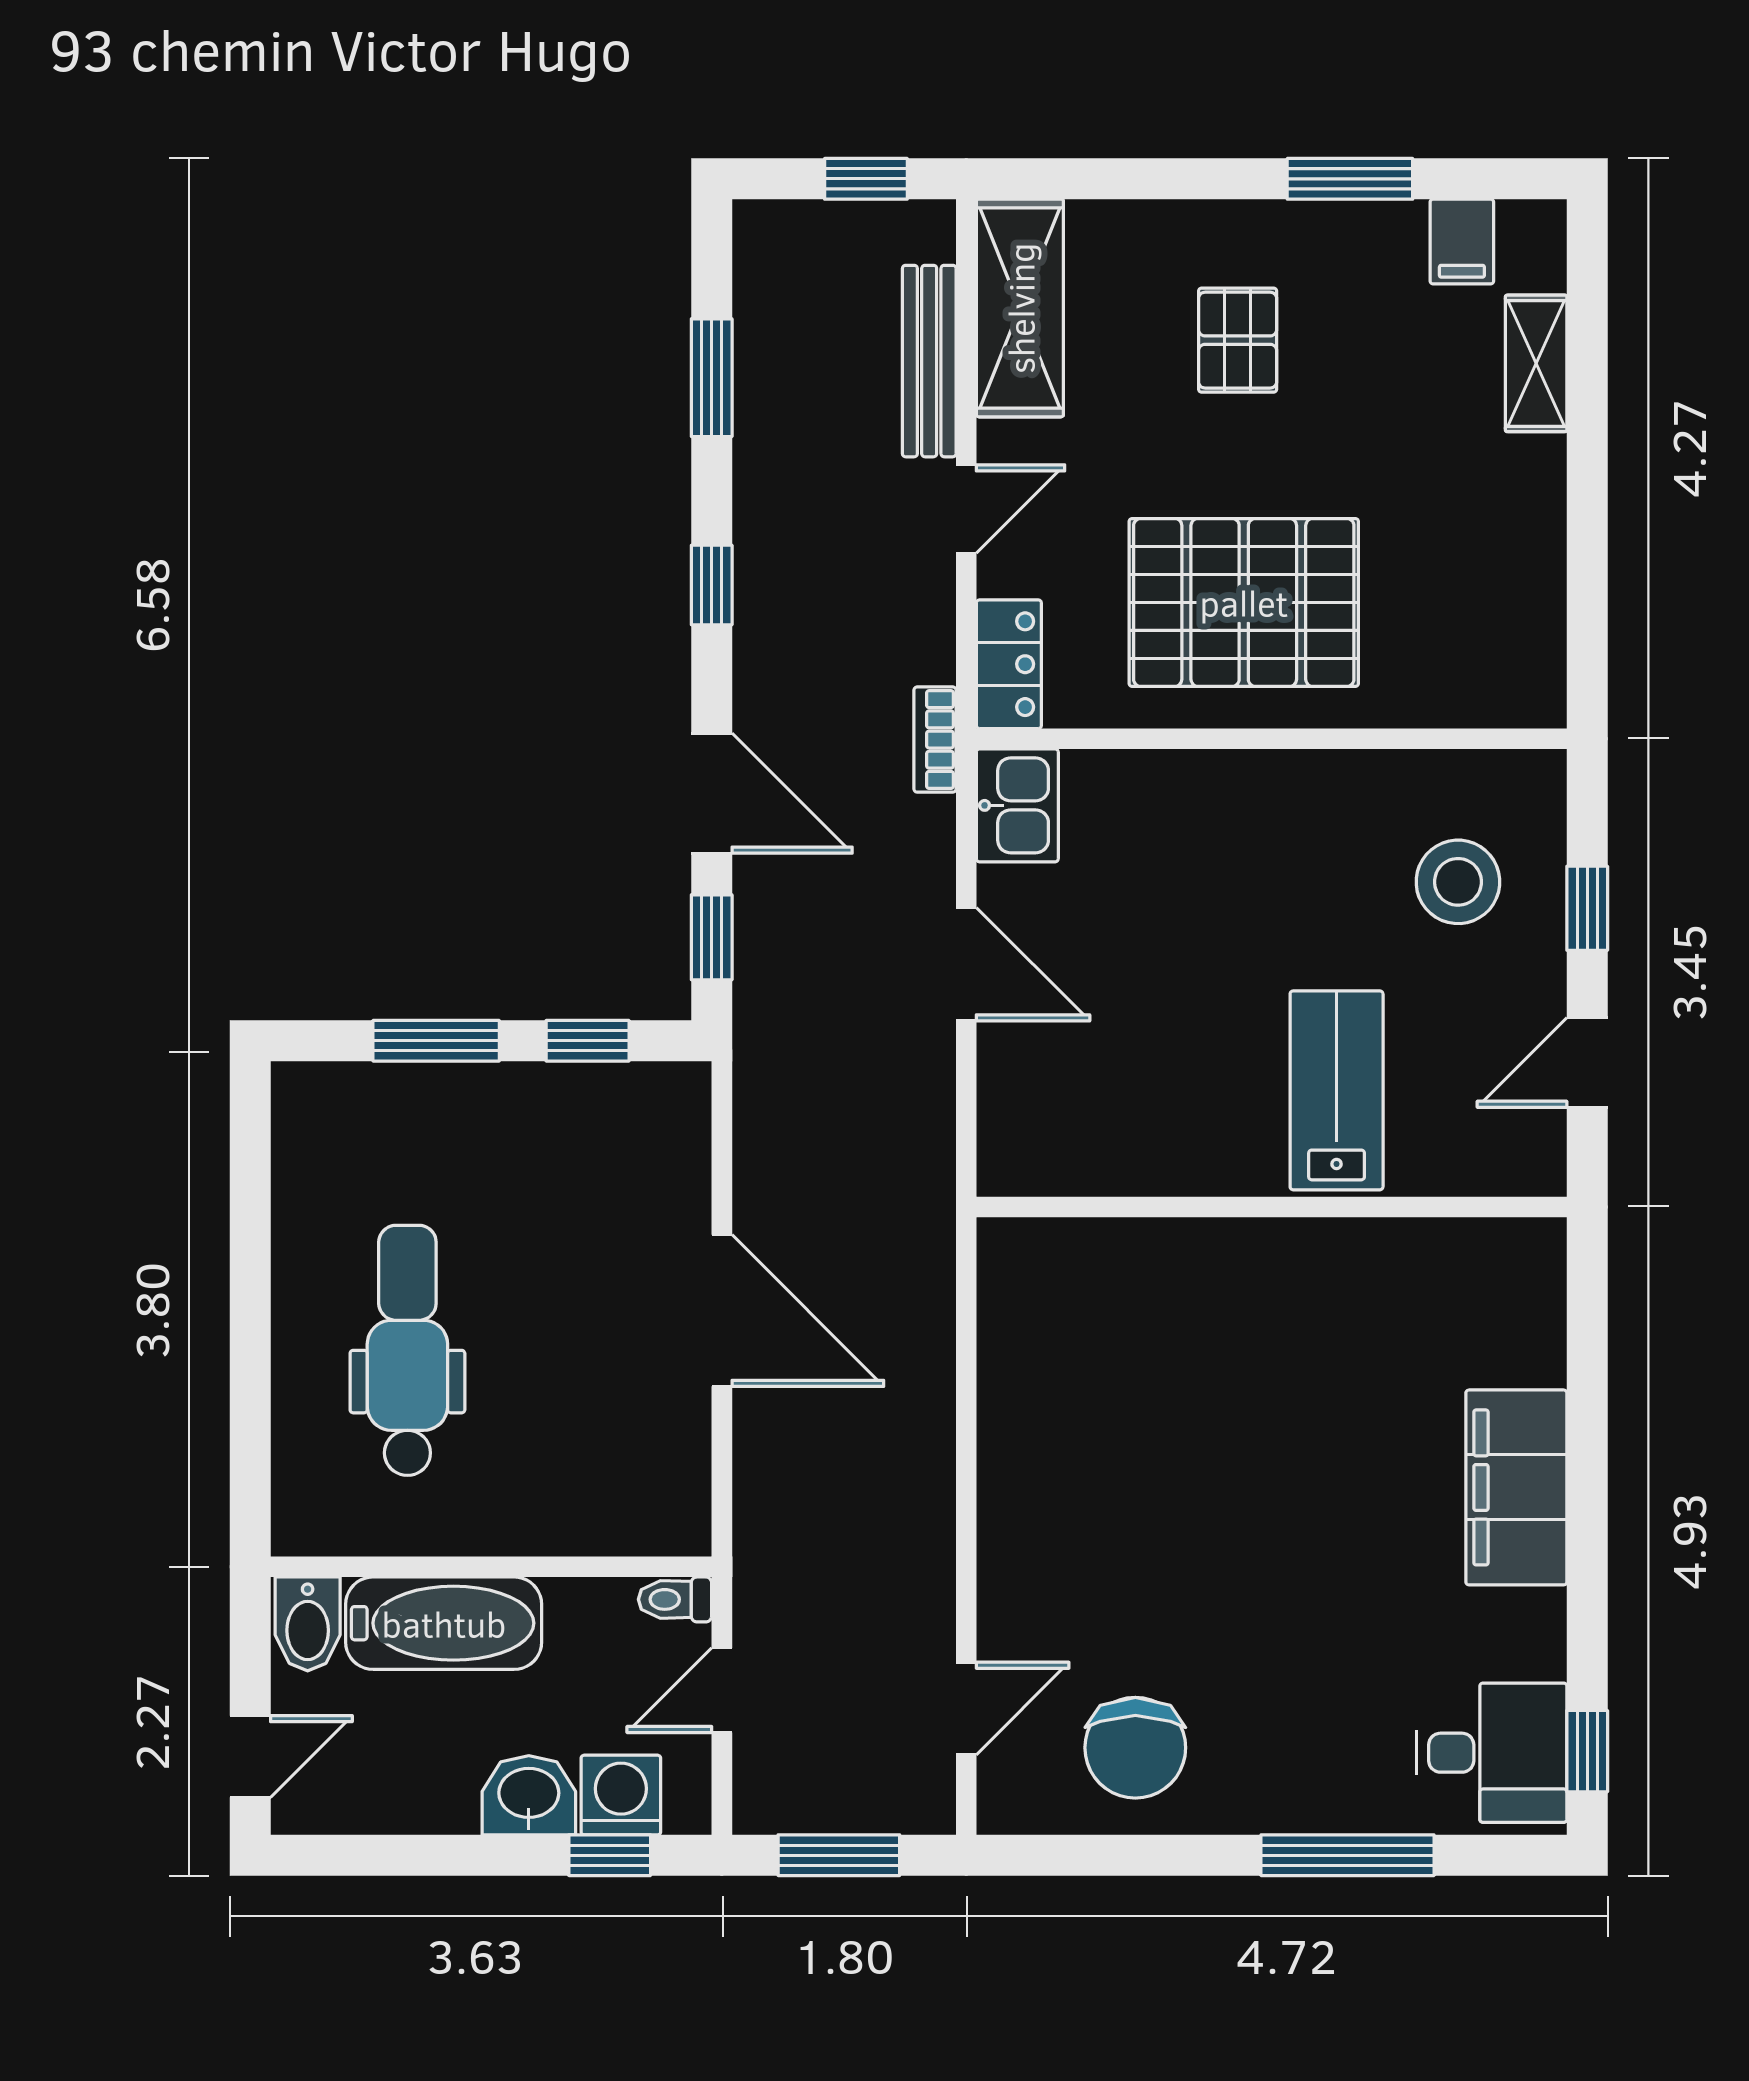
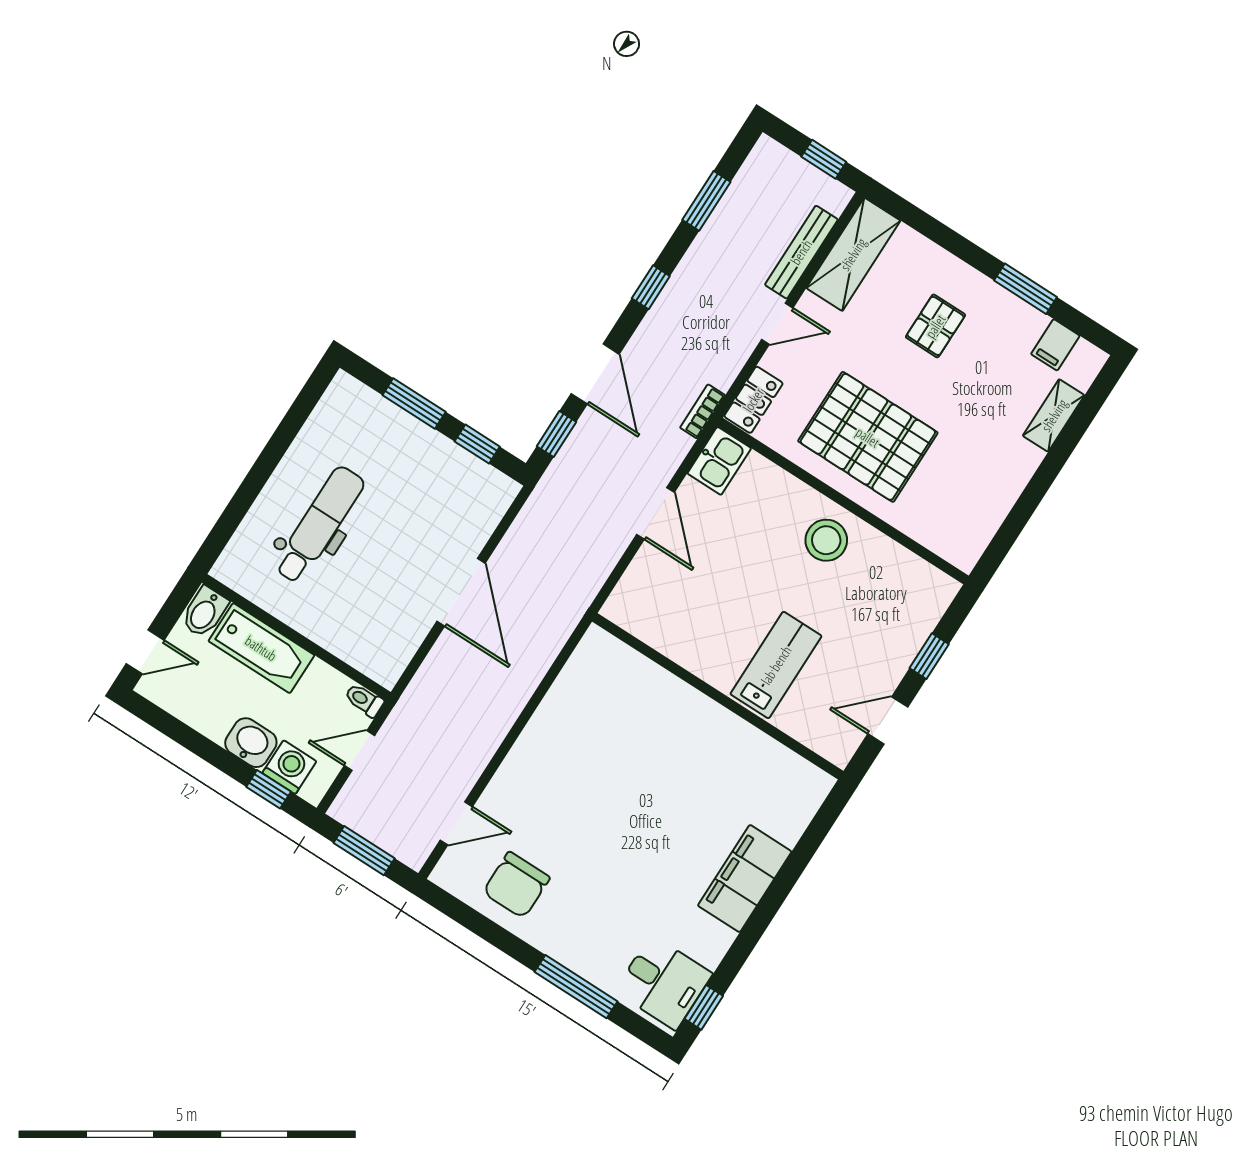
stool: (1458, 882) -> (826, 540), moved

